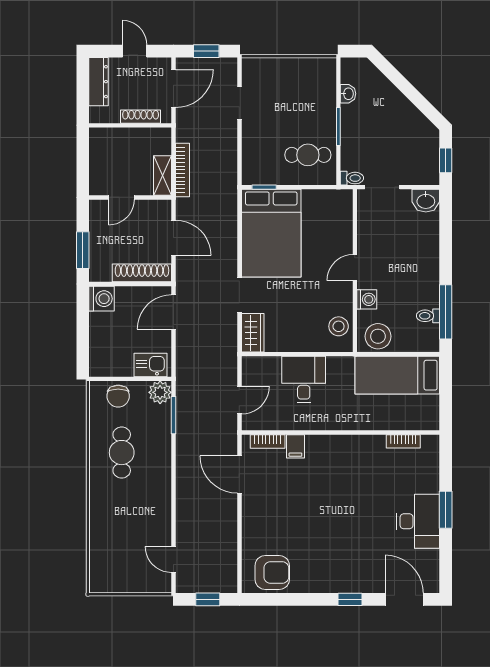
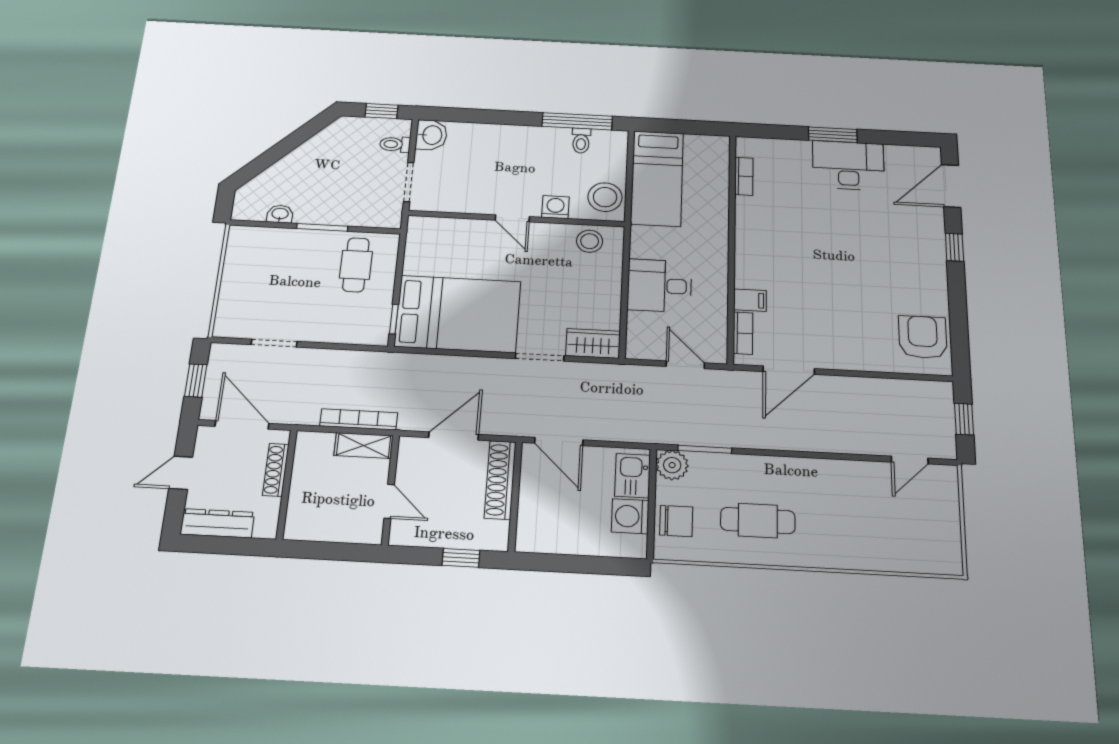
toilet: (352, 178) -> (395, 144), moved, turned -90
window: (83, 250) -> (461, 558), width x0.67
washing machine: (102, 299) -> (630, 516), moved, turned -90

